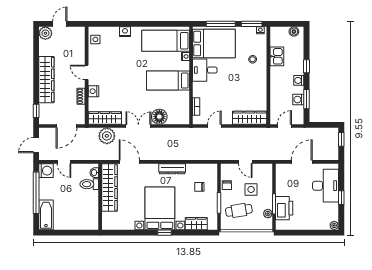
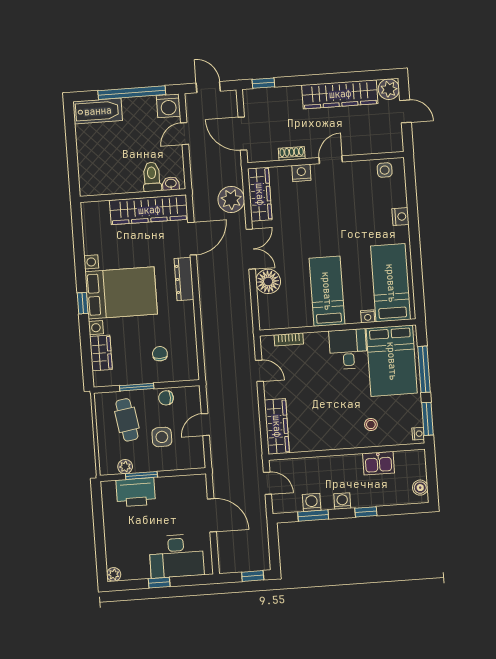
wardrobe: (46, 80) -> (340, 94), moved
dresser: (172, 169) -> (184, 279), moved

